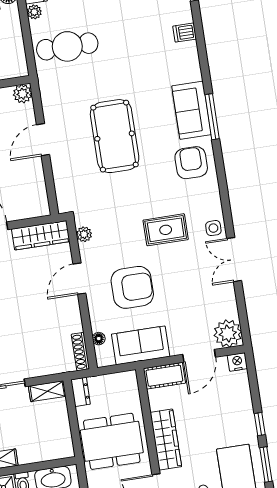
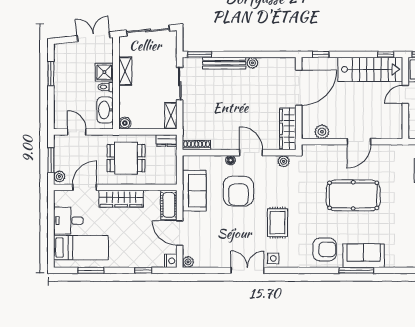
plant: (23, 94) -> (322, 132), moved
door: (43, 140) -> (359, 142), swing flipped
plant: (228, 334) -> (188, 262), width x0.53, depth x0.53
floor lamp: (99, 339) -> (231, 160), moved
window: (260, 424) -> (143, 270), moved
dining table: (112, 441) -> (126, 158), width x0.73
boiler: (66, 450) -> (125, 123), added

